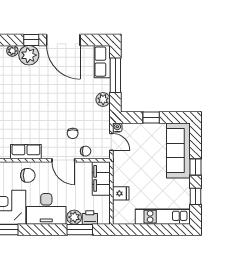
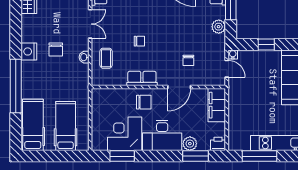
chair: (86, 151) -> (139, 41), moved
door: (63, 160) -> (179, 87), hinge flipped
fridge: (121, 193) -> (236, 120), removed
printer: (90, 218) -> (218, 144), moved
window: (144, 230) -> (260, 156), added

